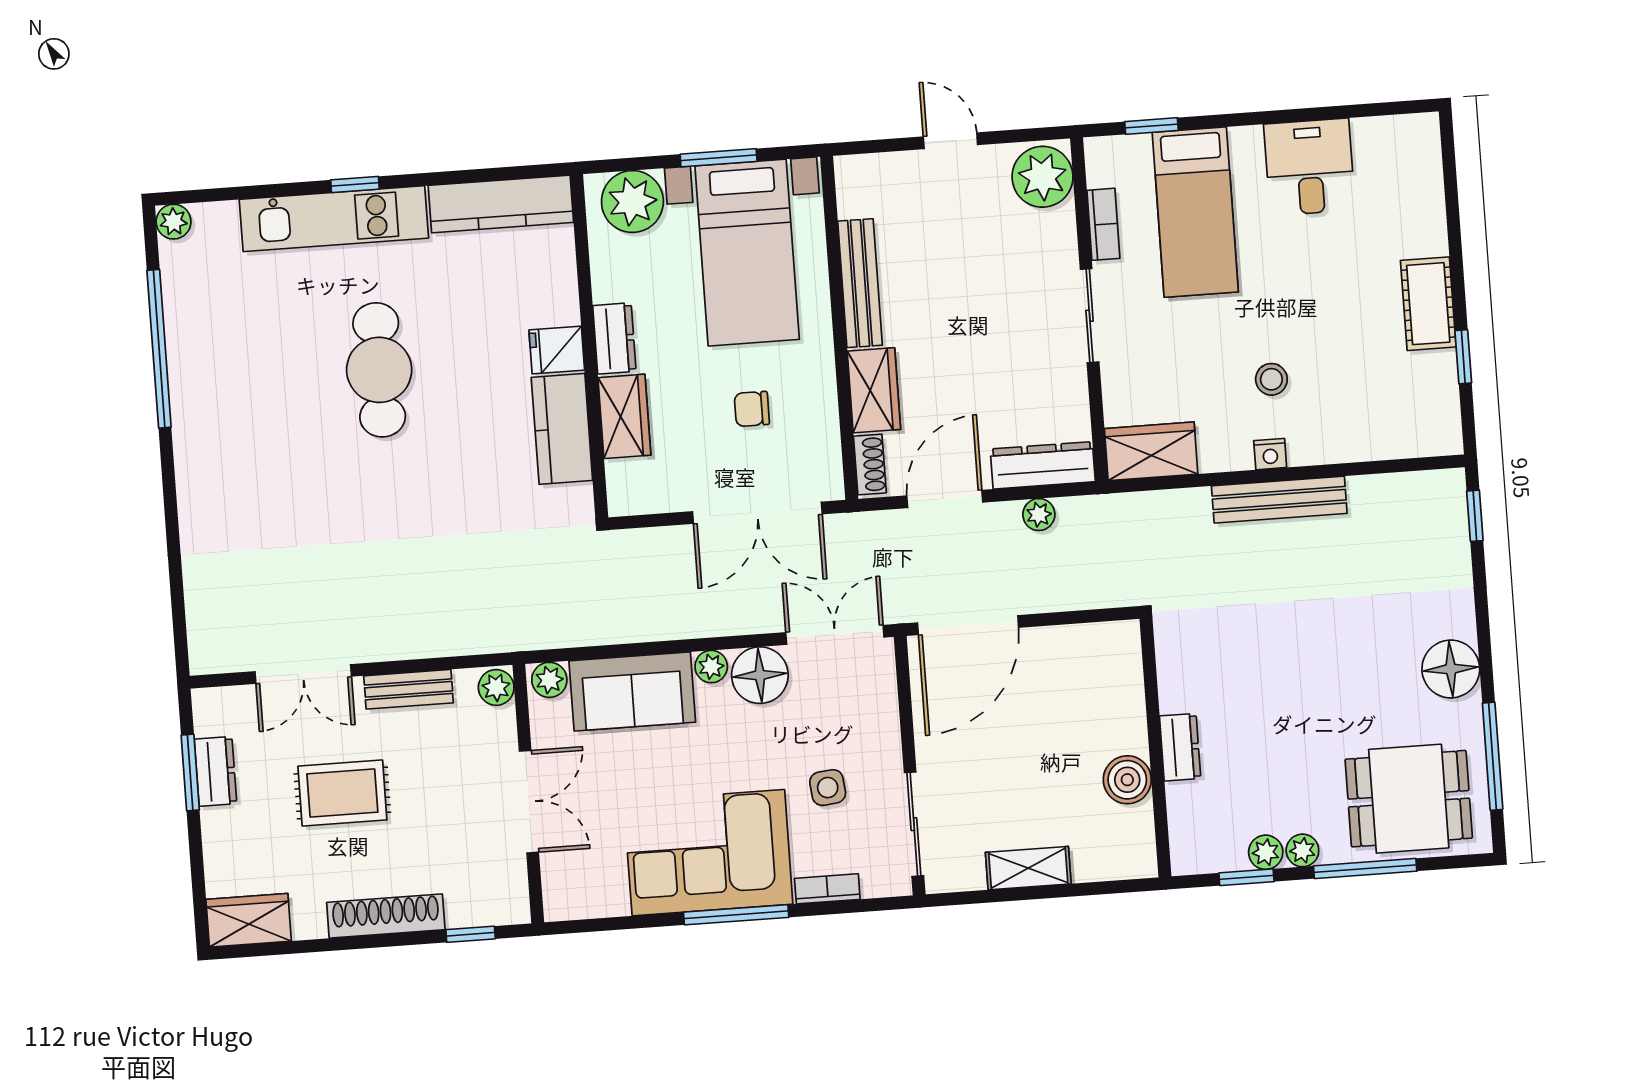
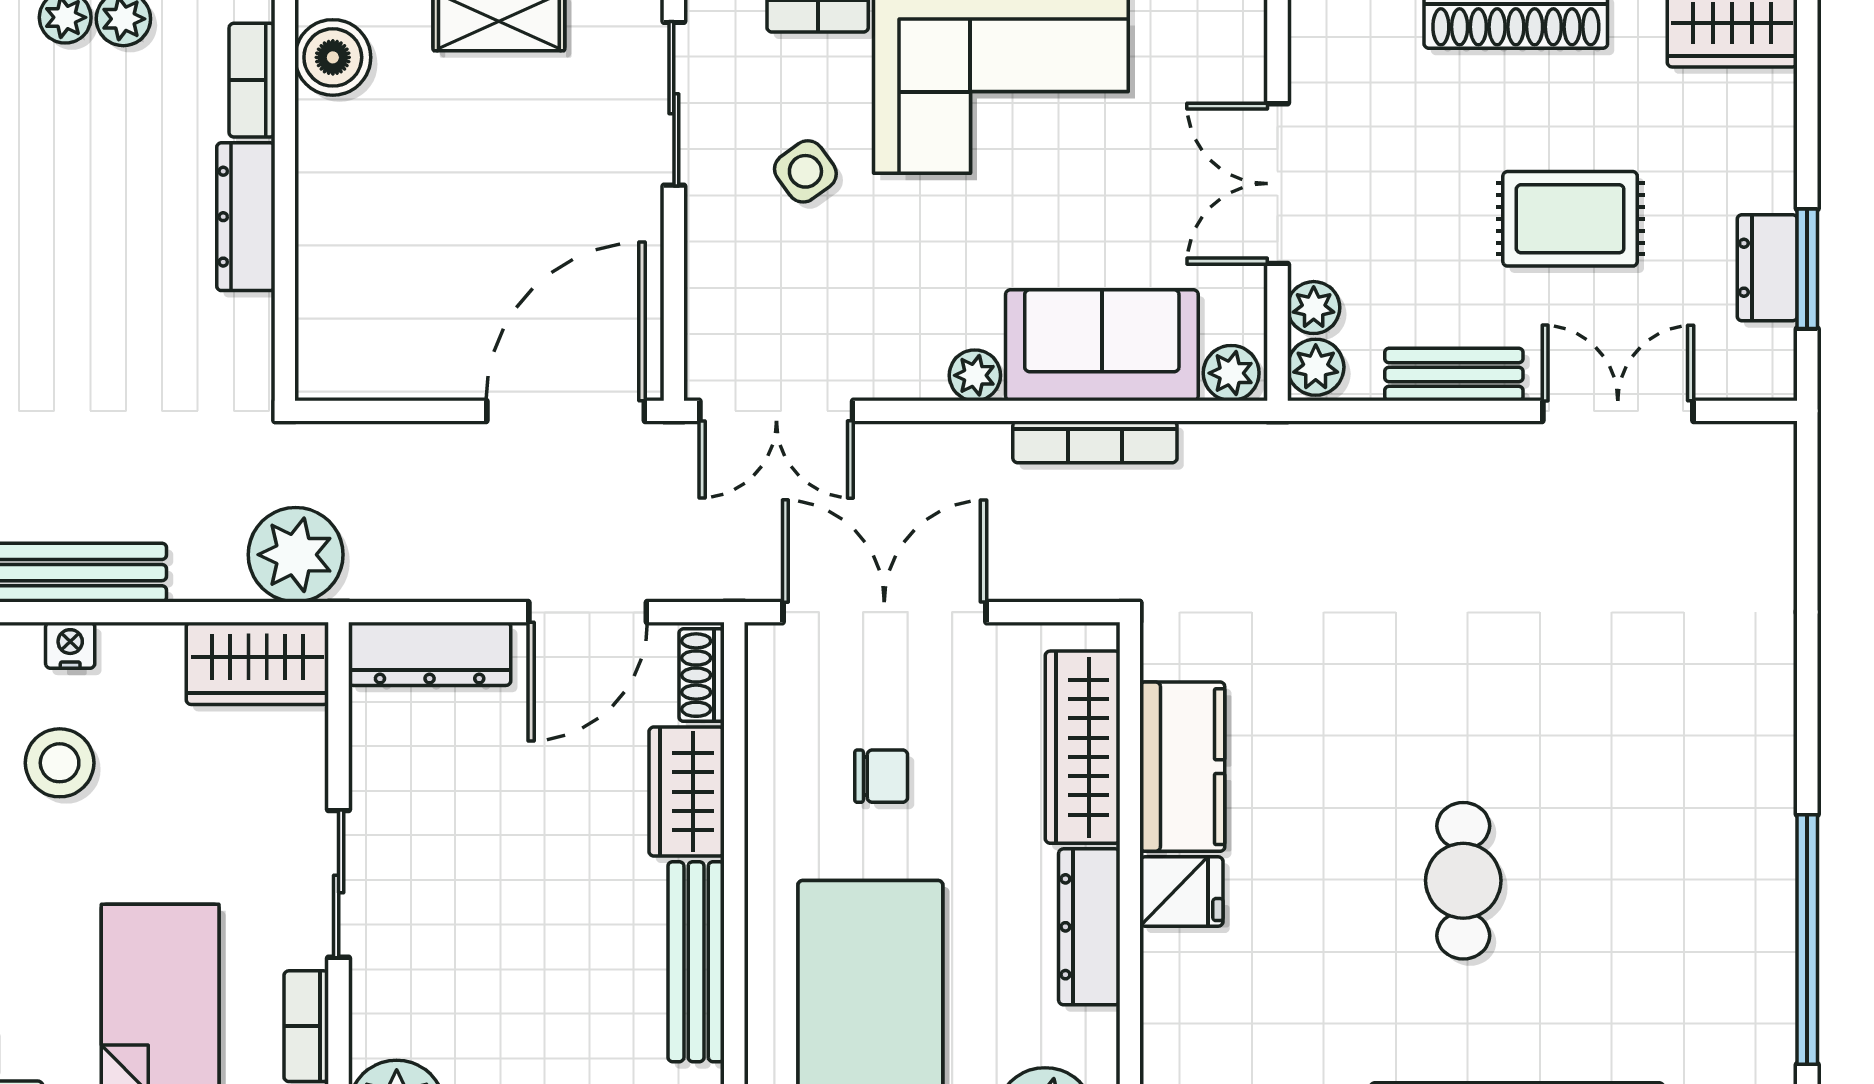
dresser: (614, 338) -> (1089, 927), width x1.44
cafe table: (379, 370) -> (1463, 881), width x0.73, depth x0.74
stool: (1271, 379) -> (60, 763), width x1.37, depth x1.37
wardrobe: (624, 416) -> (1083, 747), width x1.50
plant: (1039, 515) -> (296, 555), moved, width x1.88, depth x1.88
bookcase: (632, 630) -> (1095, 442), added
floor lamp: (760, 675) -> (899, 356), removed
plant: (500, 725) -> (1314, 308), added
dresser: (1180, 747) -> (246, 217), width x1.44
boiler: (1127, 780) -> (333, 57), moved
side table: (828, 788) -> (805, 171), turned -30
bookcase: (1182, 819) -> (252, 80), added

